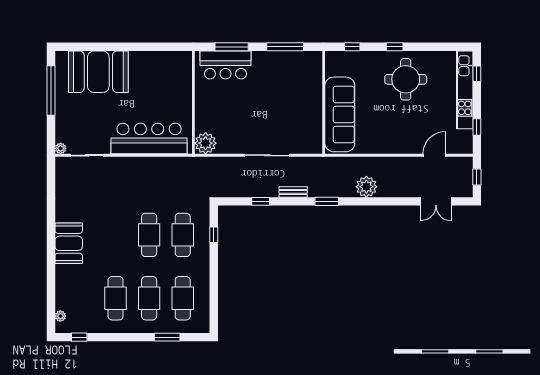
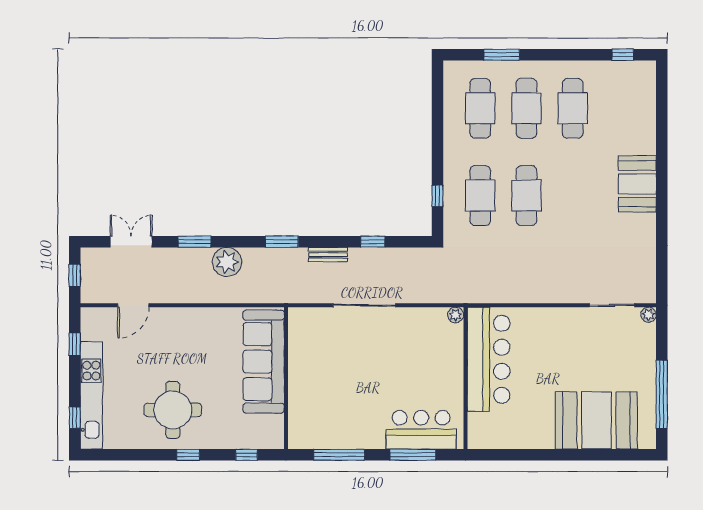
bar counter: (149, 139) -> (489, 359), moved, turned -90
plant: (206, 143) -> (456, 315), width x0.53, depth x0.53
window: (390, 201) -> (194, 242), added
plant: (60, 316) -> (649, 84), removed

